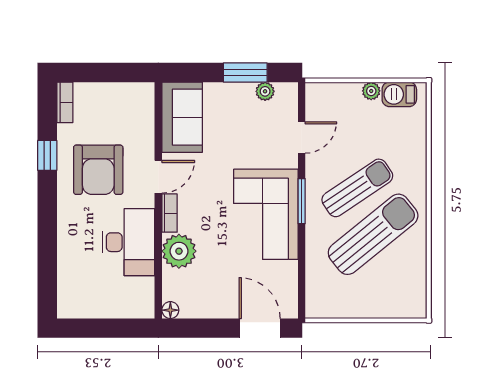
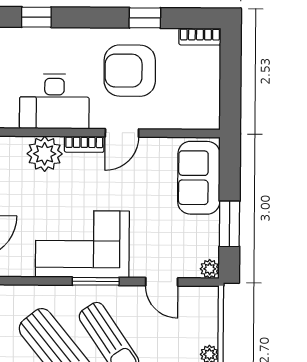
plant: (265, 91) -> (210, 269), moved
sofa: (182, 117) -> (199, 178), moved, turned 90
door: (158, 177) -> (122, 133), hinge flipped
window: (47, 260) -> (36, 17), added

